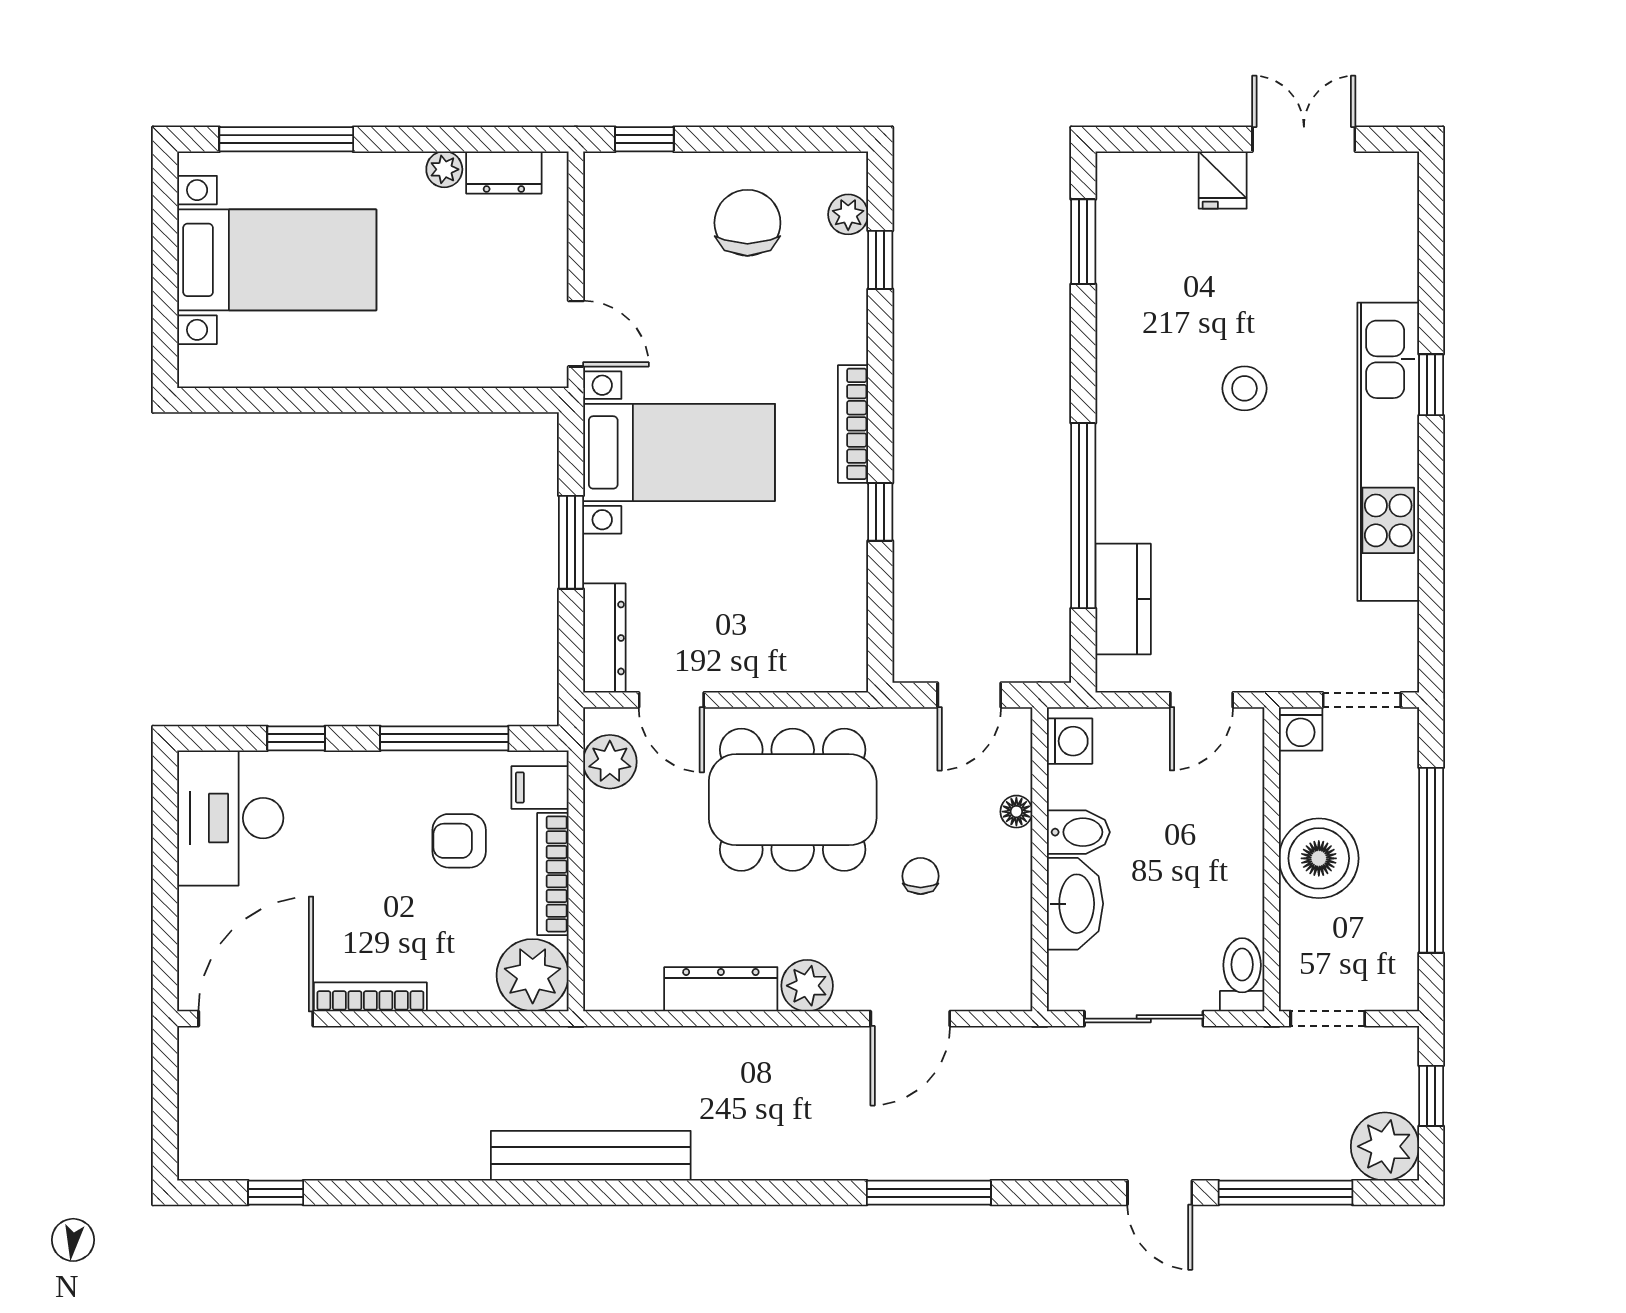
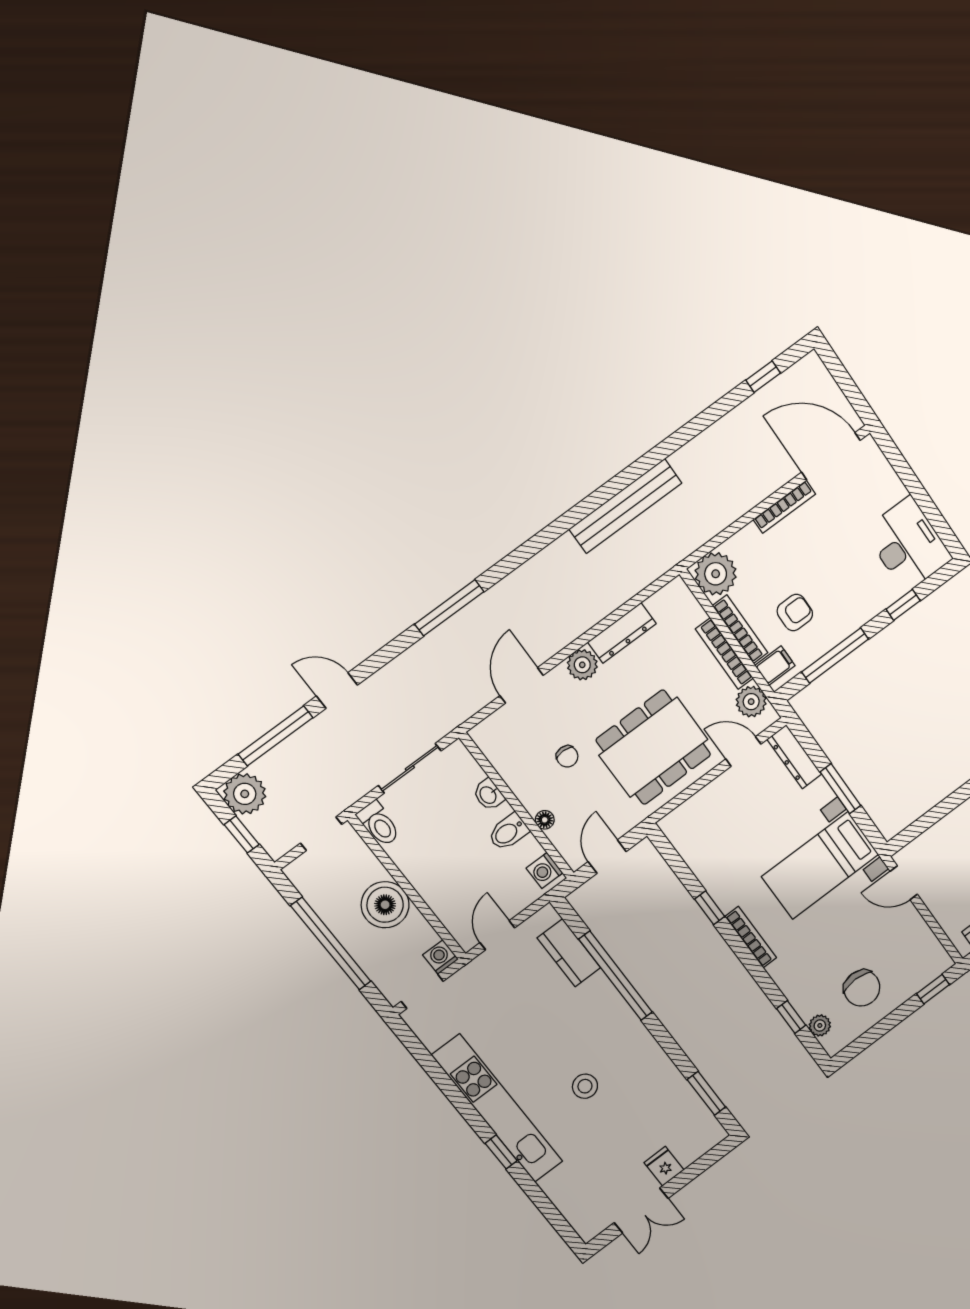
bookcase: (599, 856) -> (724, 654), added
washbasin: (1075, 904) -> (489, 795), width x0.52, depth x0.69
door: (256, 1019) -> (831, 456), swing flipped

